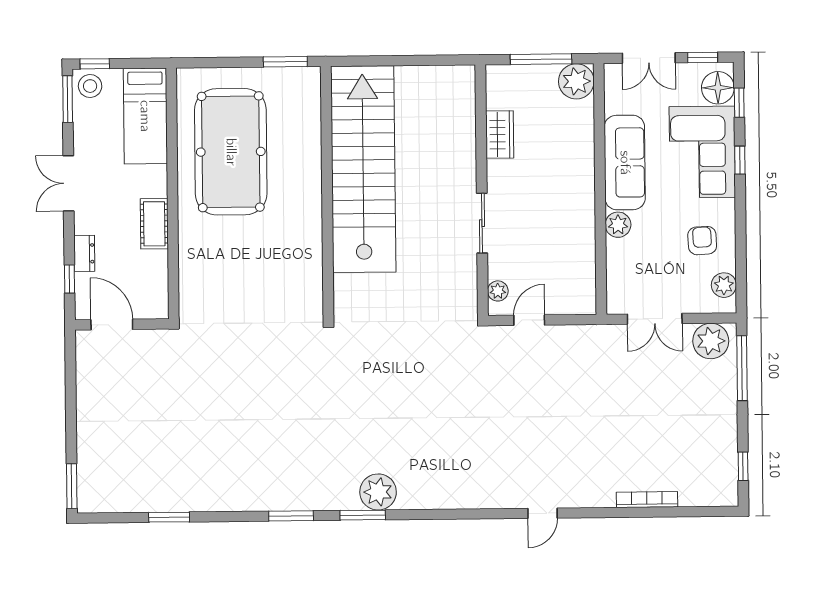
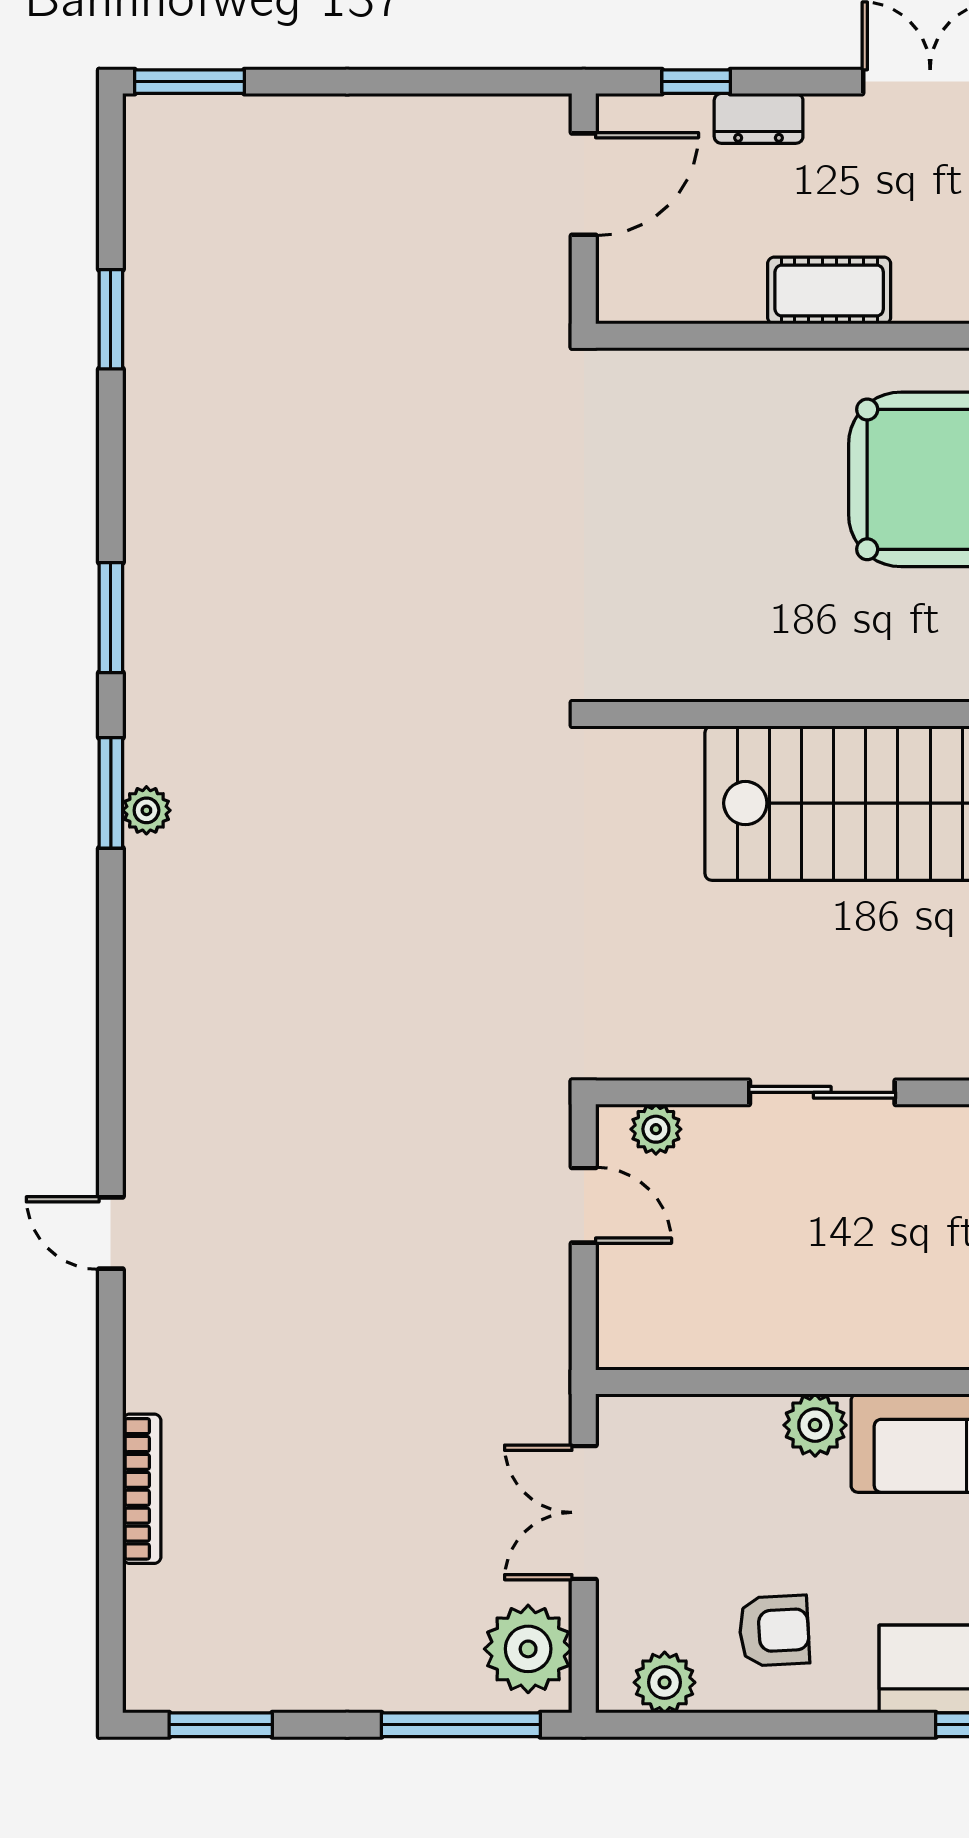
window: (743, 466) -> (221, 1725), width x1.50
plant: (378, 492) -> (146, 810), width x0.53, depth x0.53

